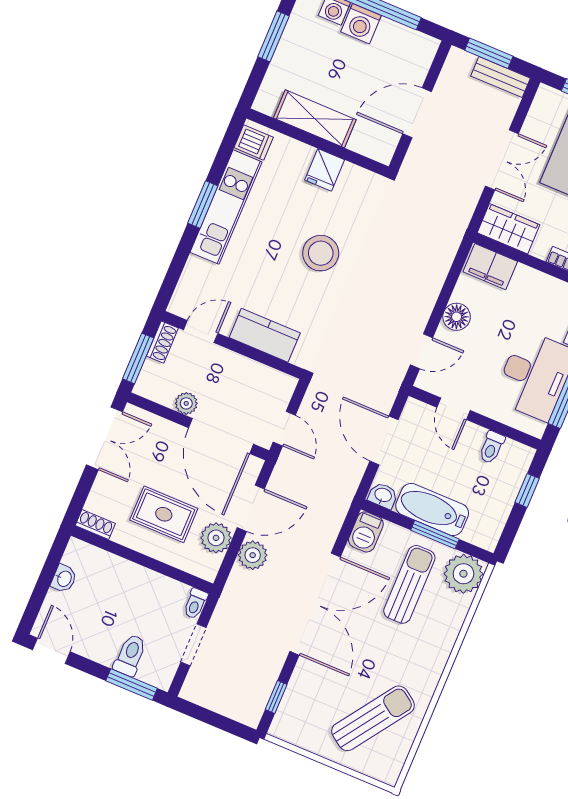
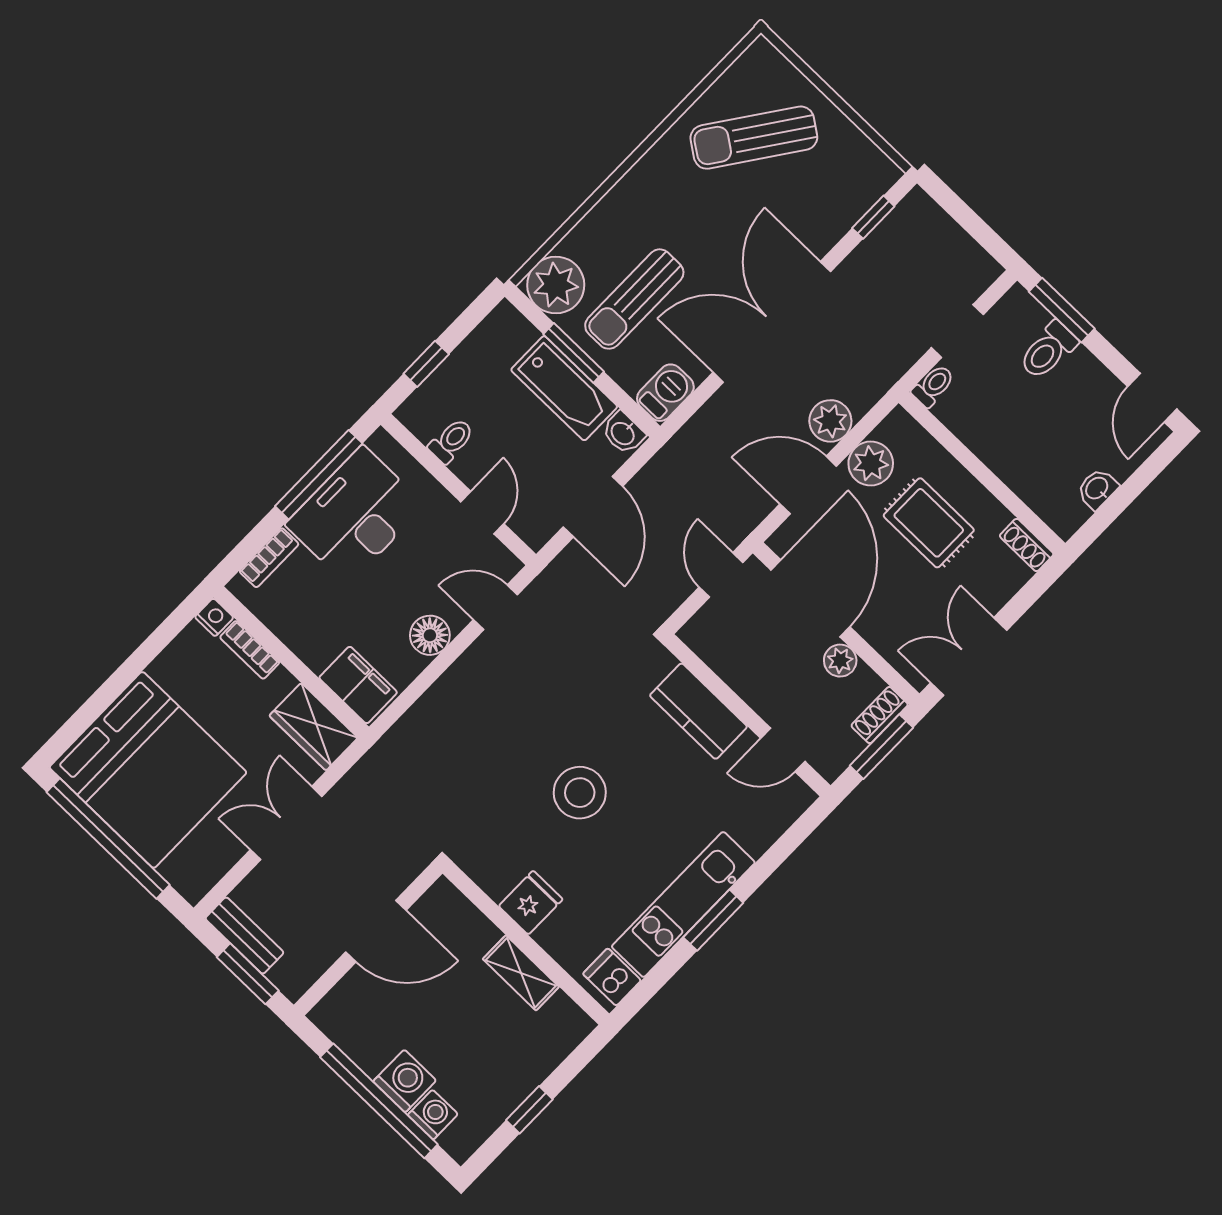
window: (273, 36) -> (529, 1110), width x0.67
shelving: (315, 119) -> (521, 973), width x0.67, depth x0.75
shoe rack: (162, 342) -> (880, 715), moved

